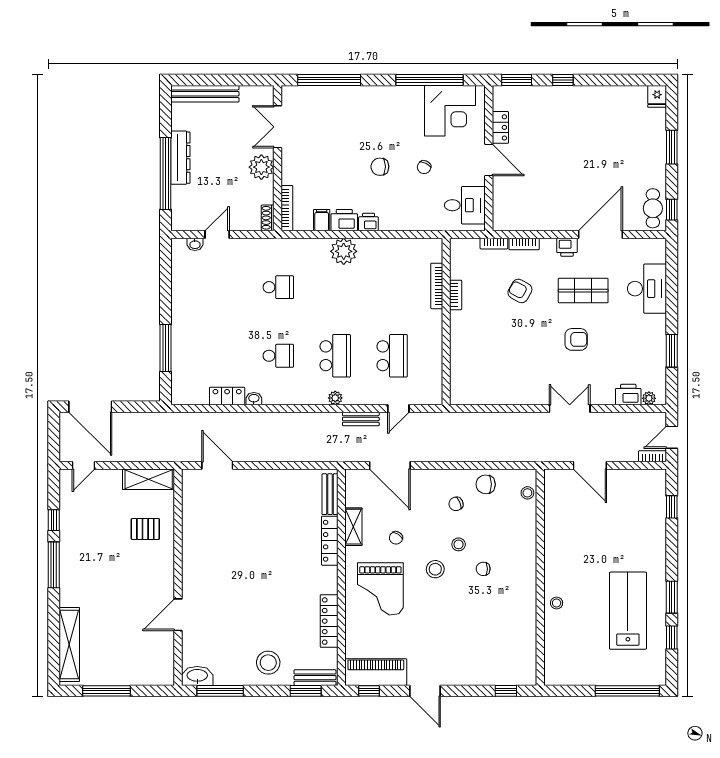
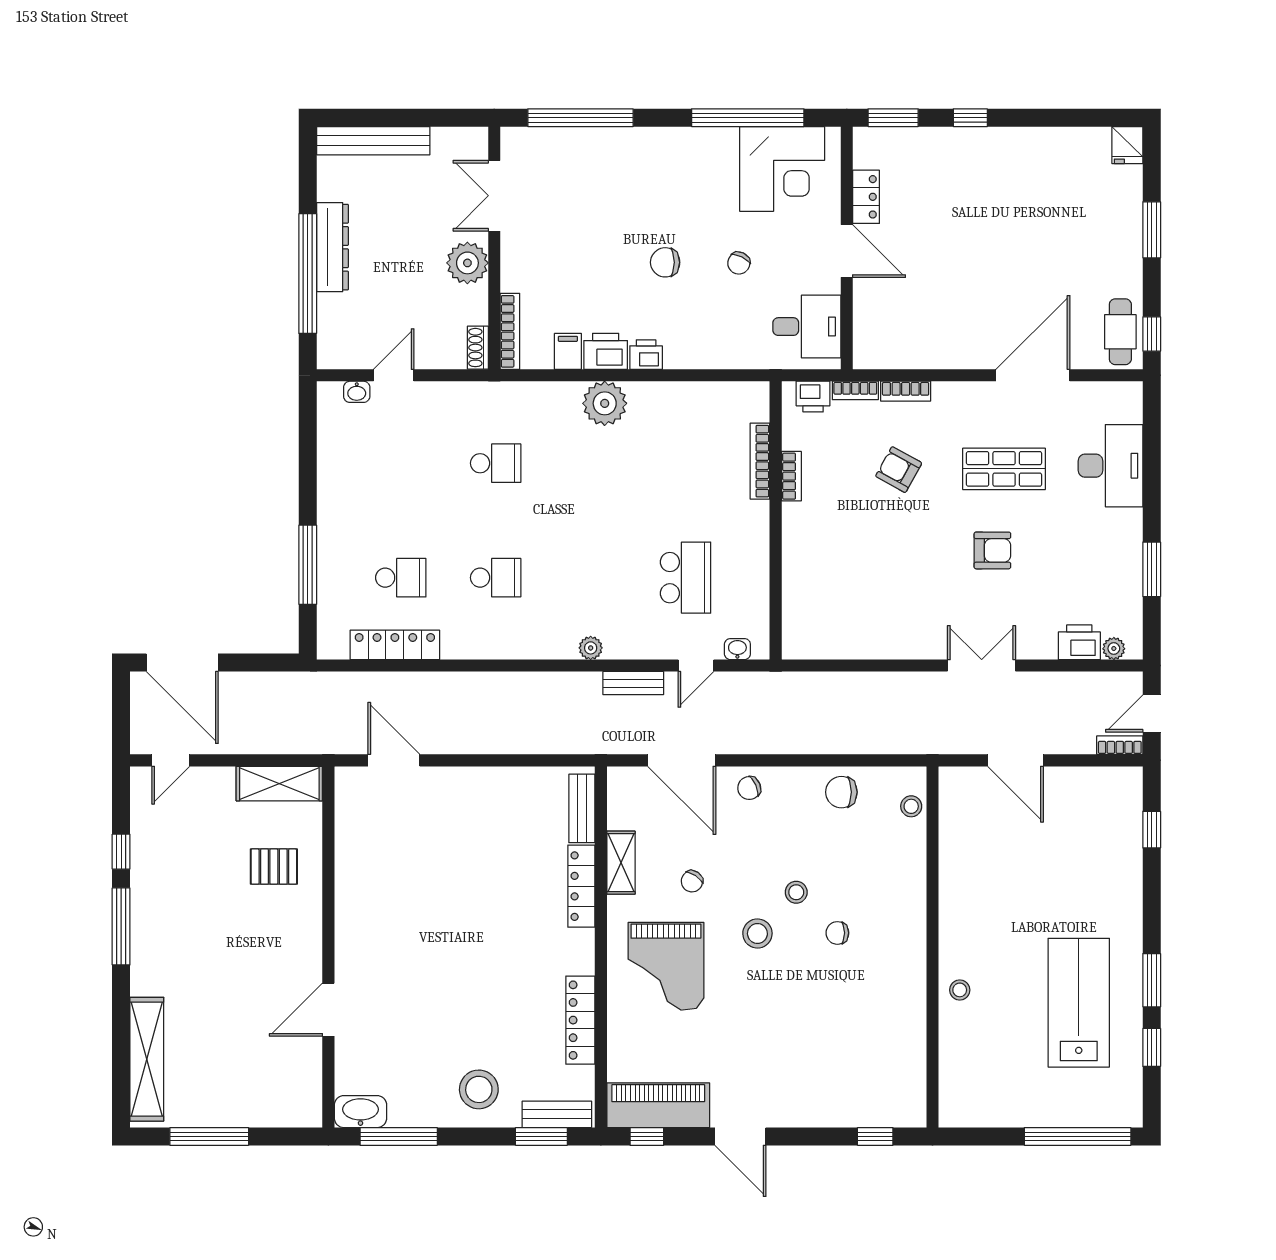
printer: (567, 247) -> (813, 397), moved
school desk: (335, 356) -> (401, 578), moved, width x0.54
locker: (227, 396) -> (395, 645), width x1.53
washbasin: (254, 399) -> (737, 649), moved
chair: (456, 504) -> (749, 788), moved

